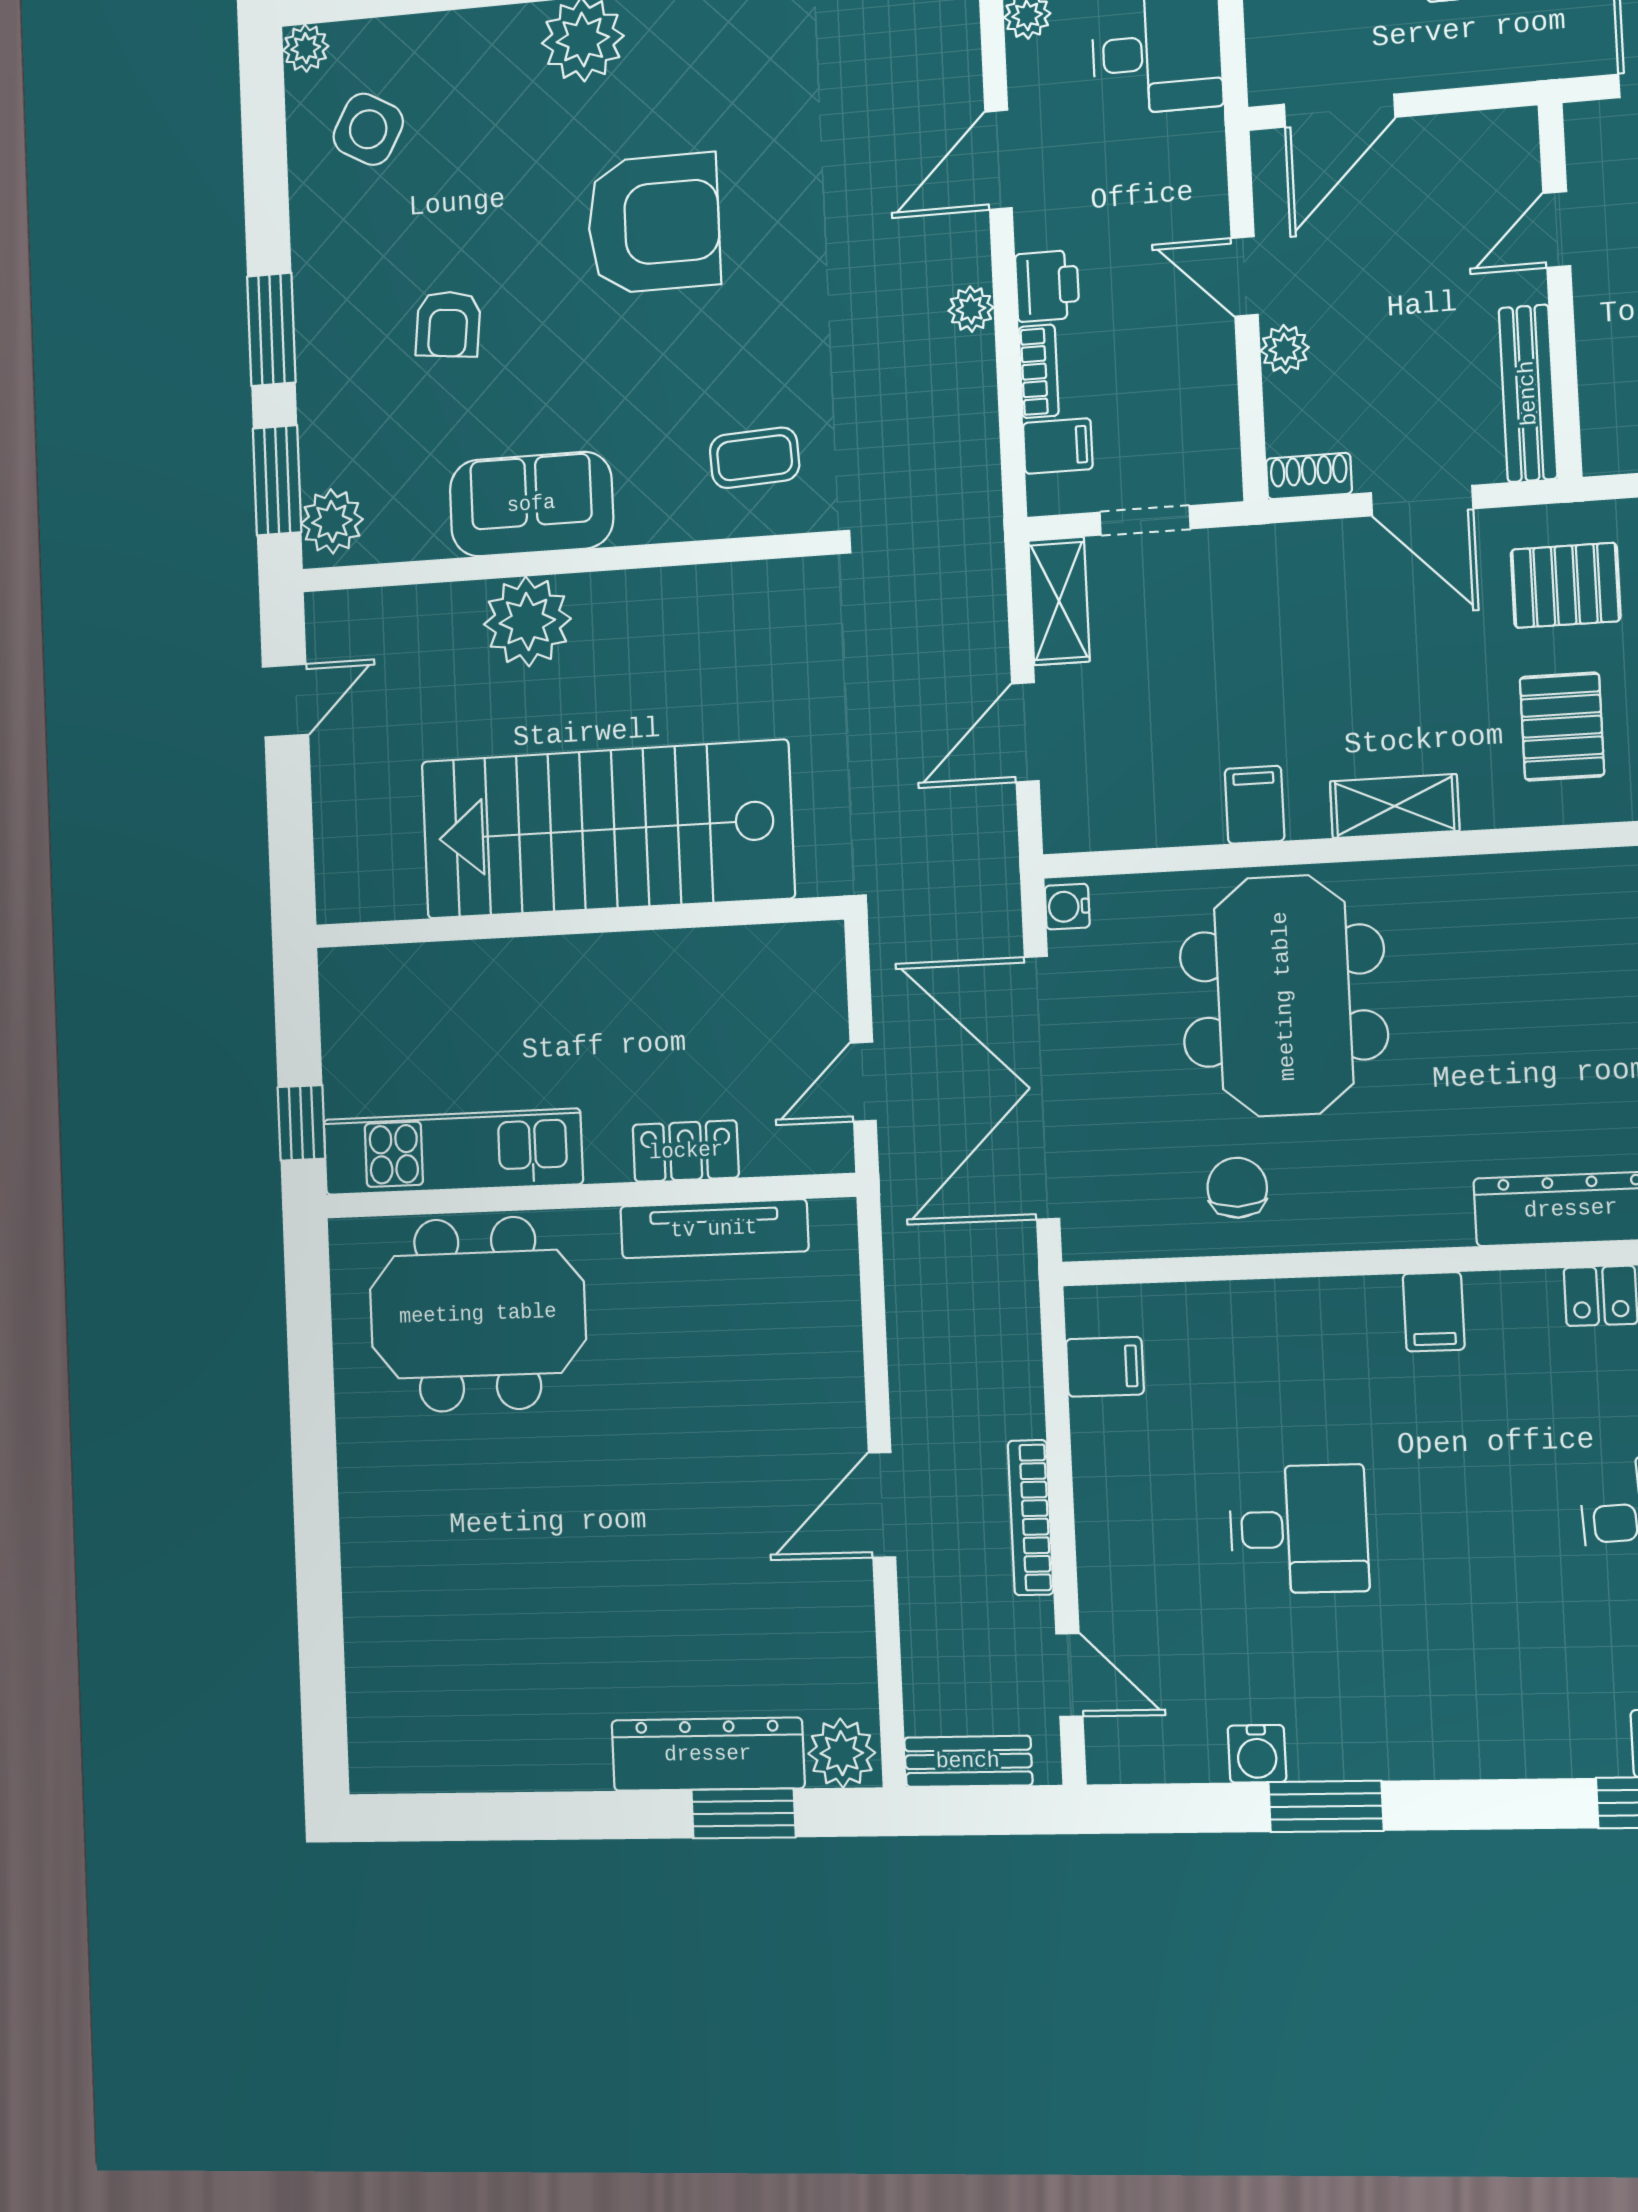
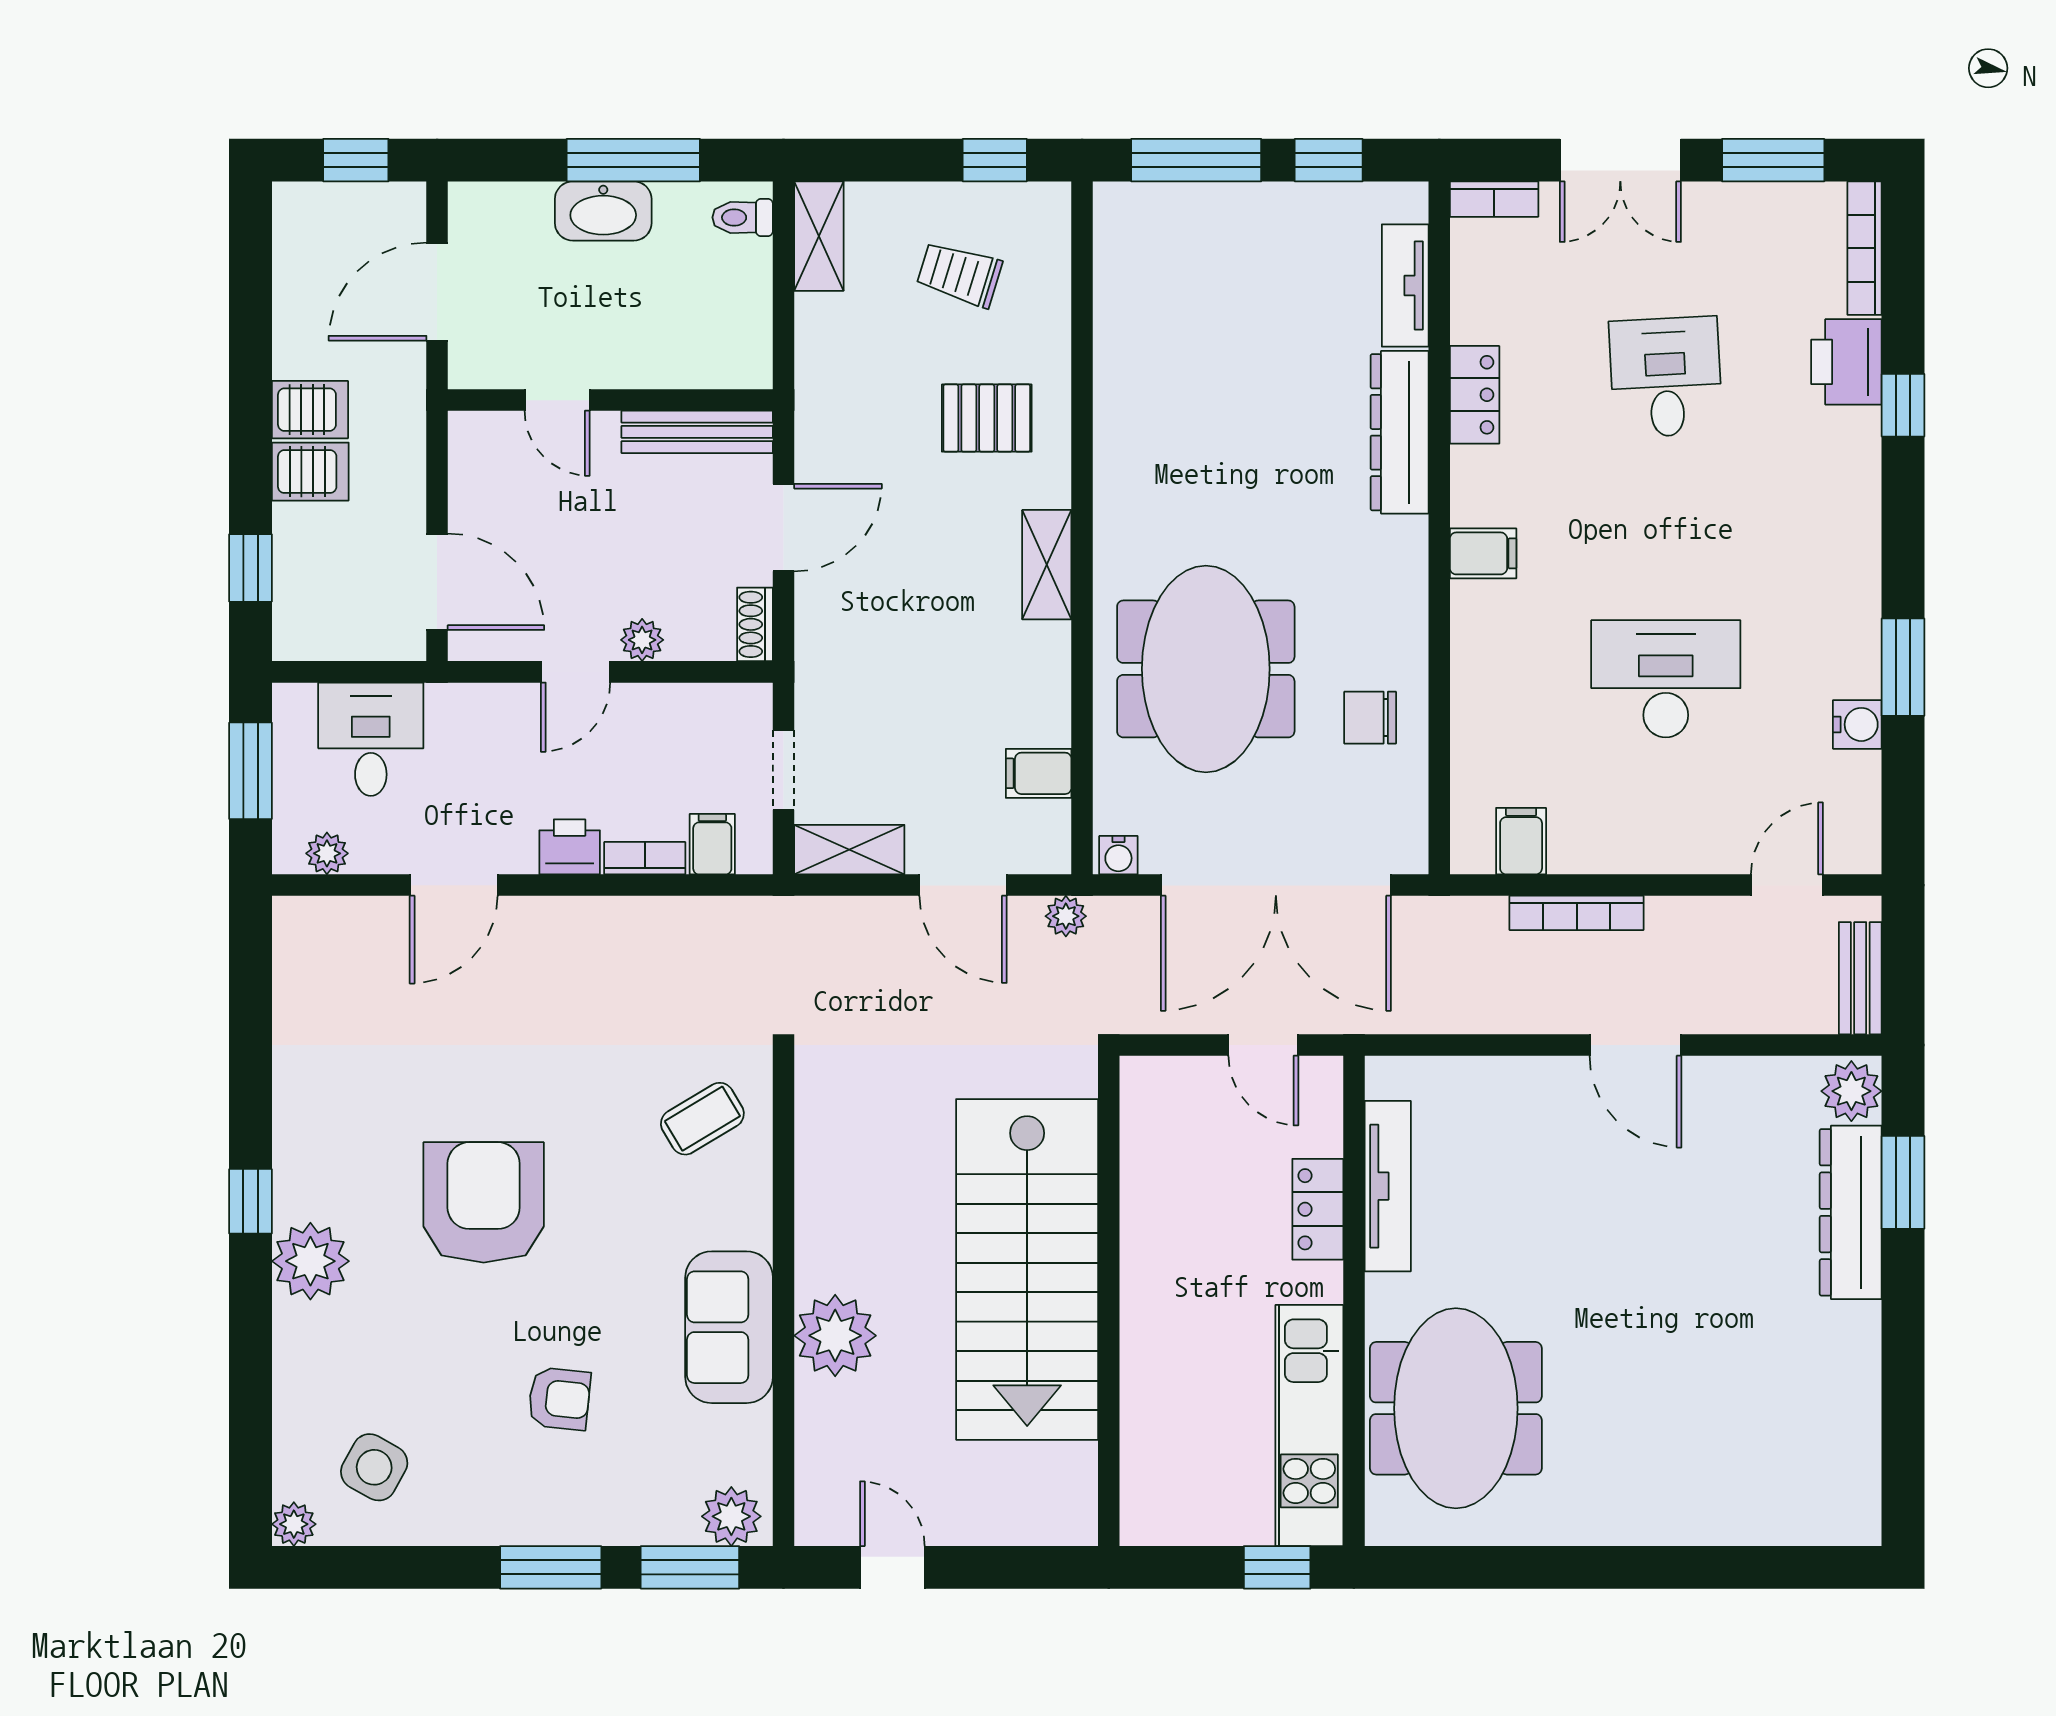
door: (999, 160) -> (454, 885), hinge flipped
plant: (971, 309) -> (1066, 916), moved
coffee table: (755, 458) -> (702, 1119), turned 62
pallet: (1565, 585) -> (865, 409), removed
filing cabinet: (1255, 805) -> (1039, 773), moved
meeting table: (1284, 996) -> (1206, 669), turned 90
bookcase: (1031, 1518) -> (1577, 913), moved
desk: (1299, 1529) -> (1666, 679), width x1.37

